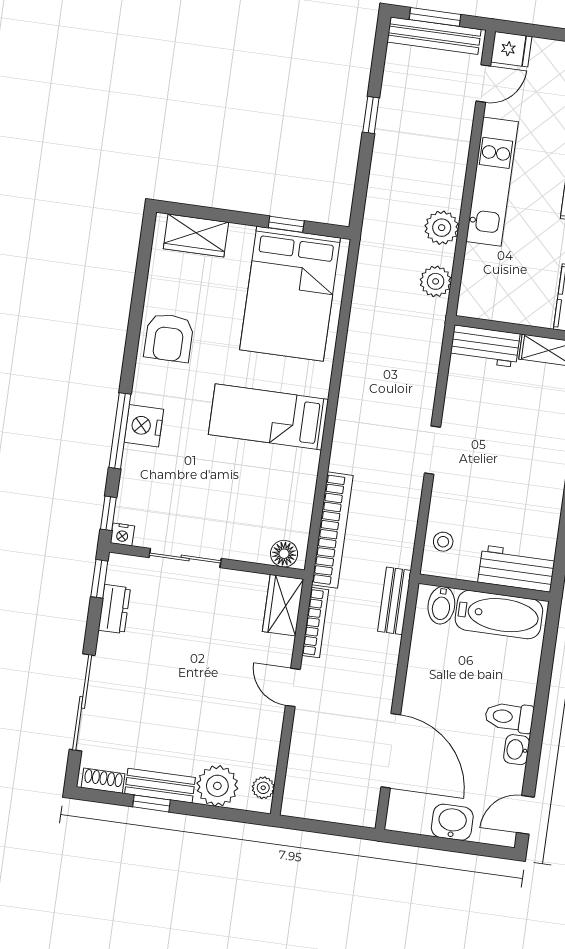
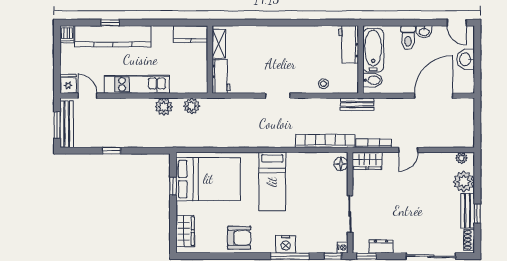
workbench: (517, 569) -> (349, 45), moved
wall: (484, 588) -> (361, 60), moved
bidet: (441, 605) -> (373, 80), moved
bathtub: (499, 615) -> (373, 50), moved

